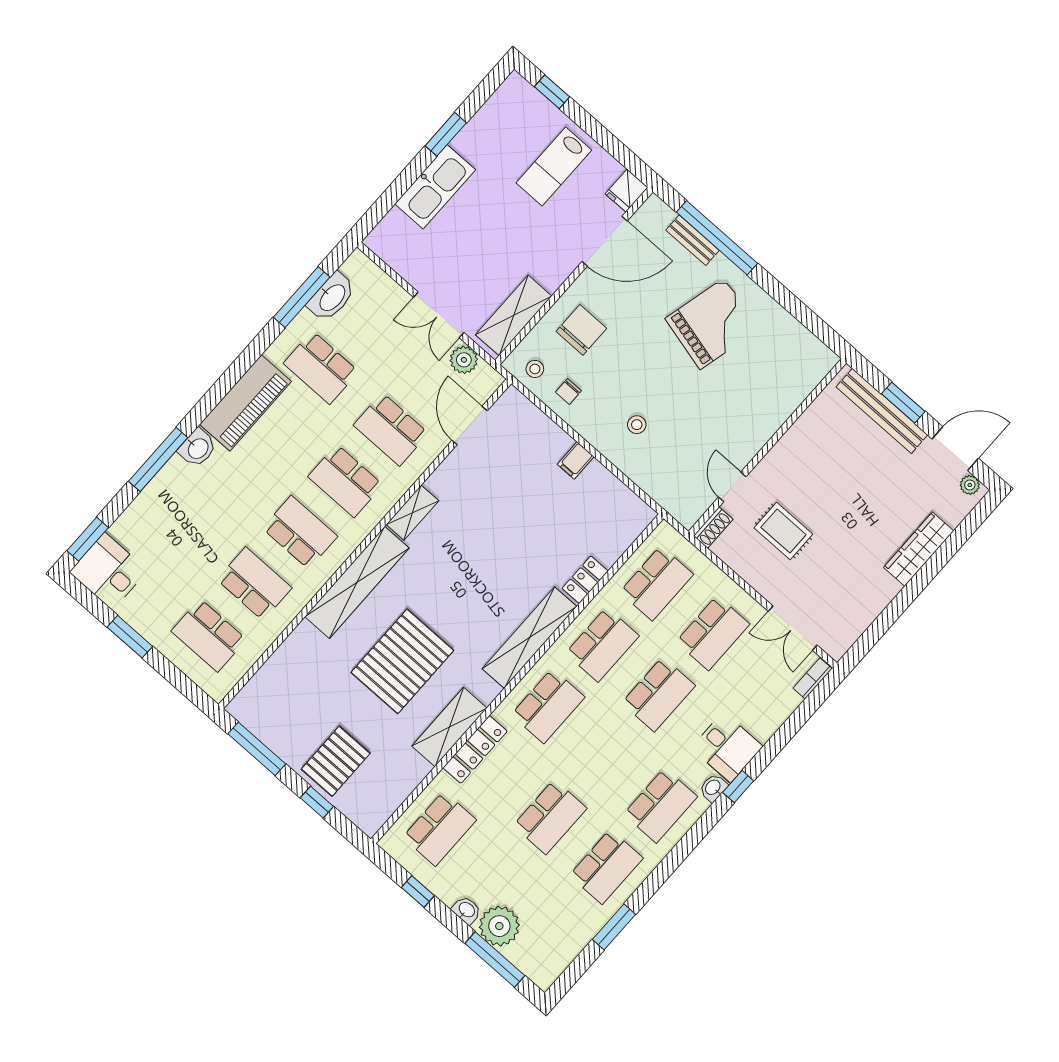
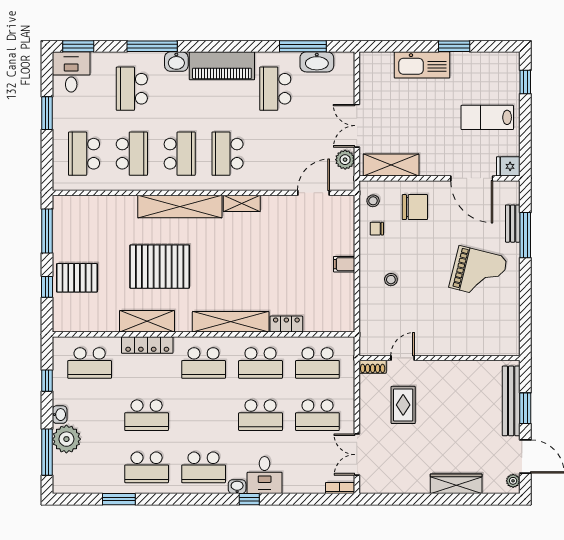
window: (717, 238) -> (525, 235), width x0.68
school desk: (391, 429) -> (132, 89), moved

